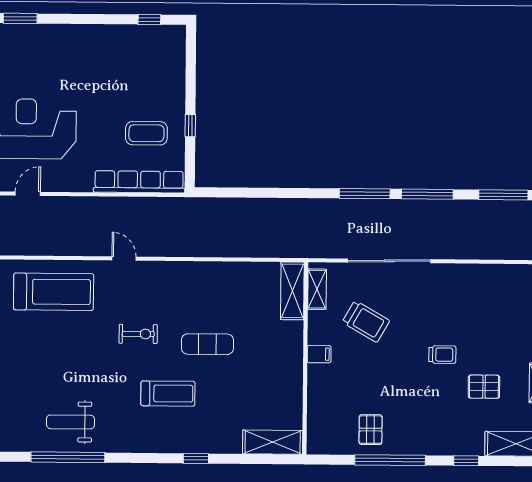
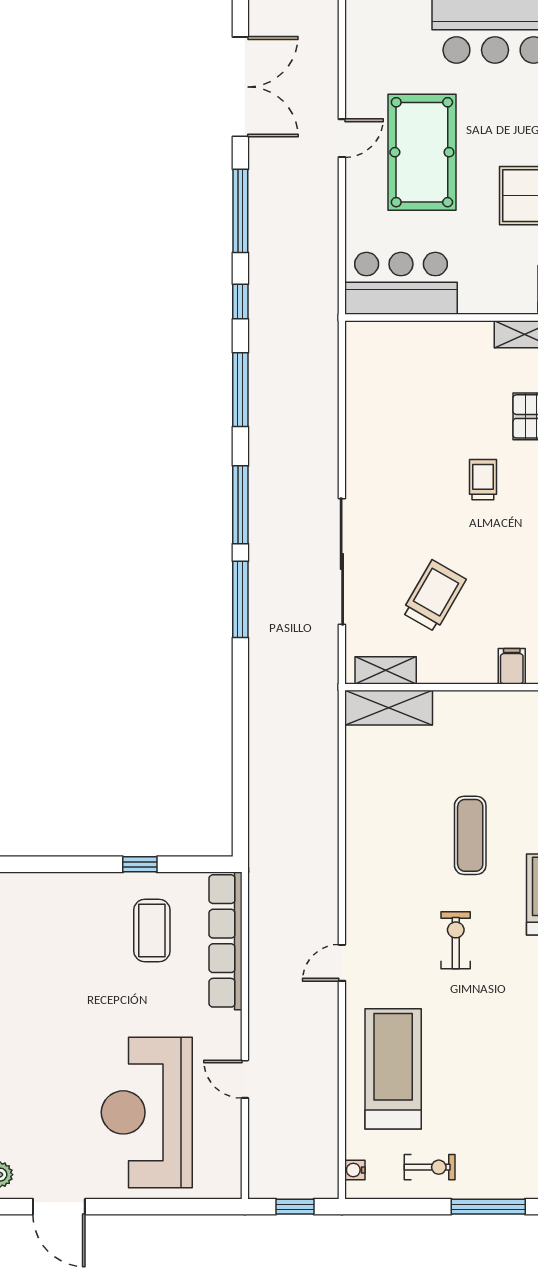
door: (28, 194) -> (245, 1079), moved
filing cabinet: (319, 354) -> (512, 666), moved

